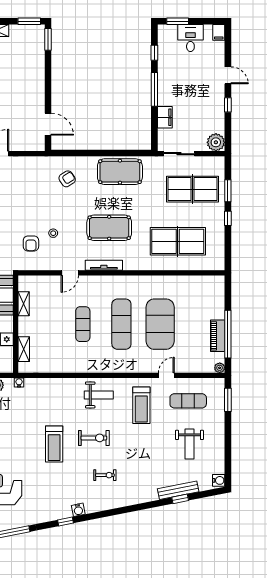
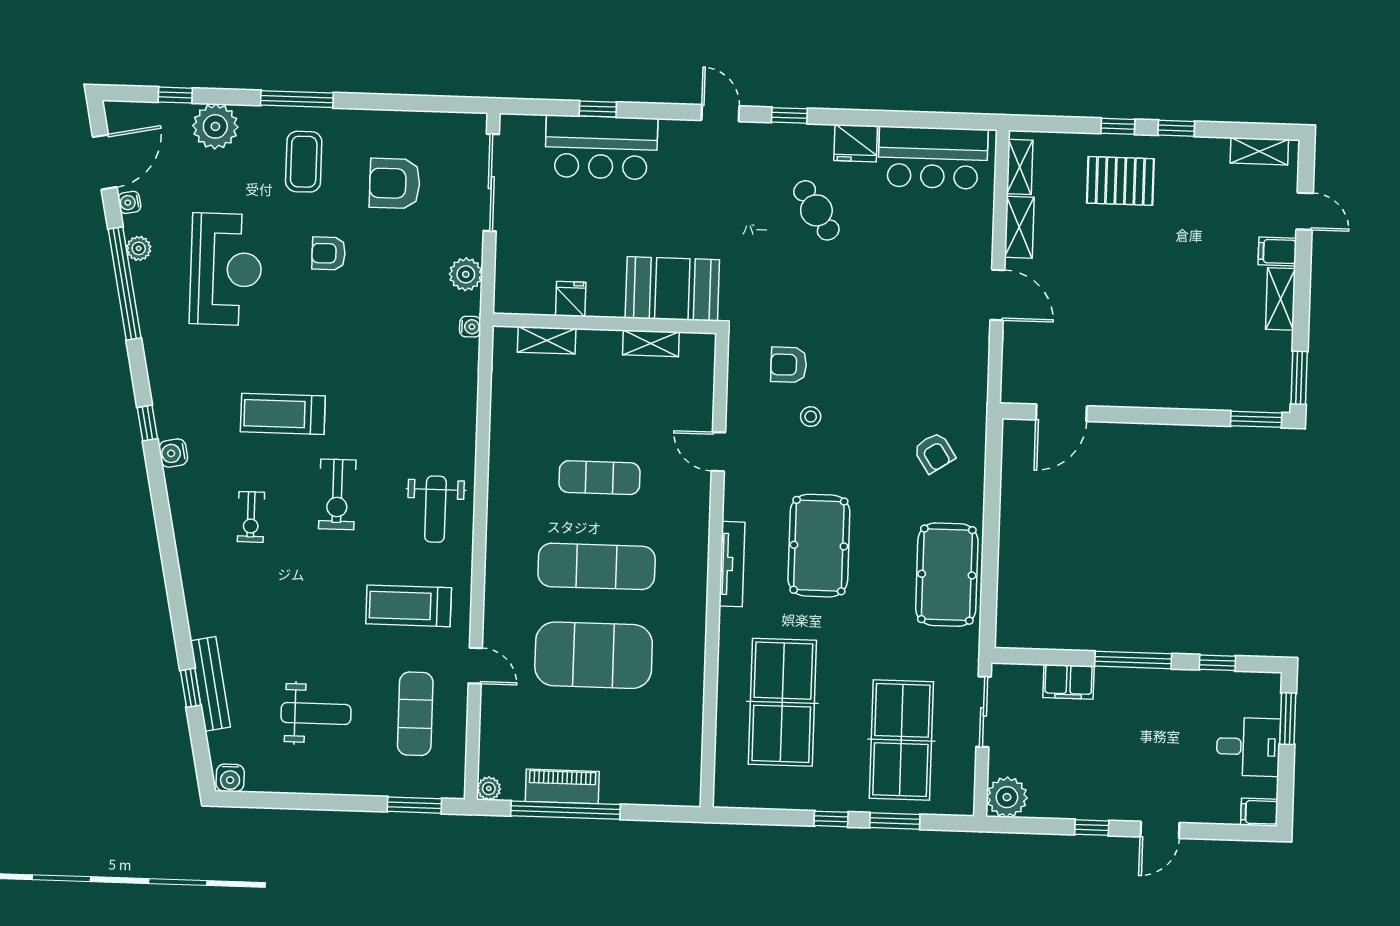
tv unit: (104, 265) -> (732, 564), moved
treadmill: (54, 444) -> (283, 414), moved
weight bench: (189, 444) -> (316, 714), turned 180

